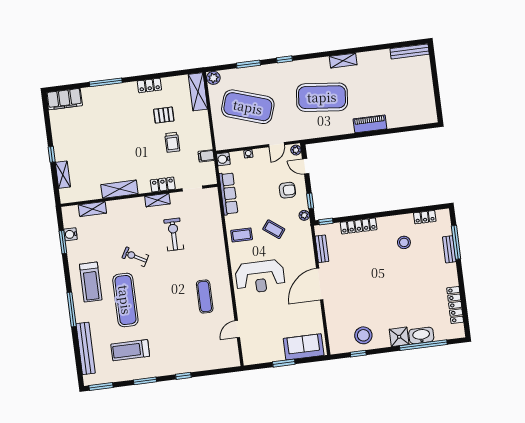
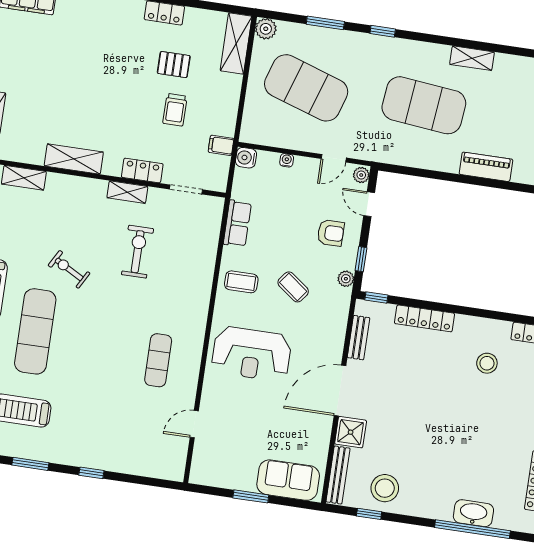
row of seats: (228, 194) -> (237, 223), width x0.68
bench: (333, 335) -> (338, 475), added
shower: (399, 337) -> (351, 432), moved

